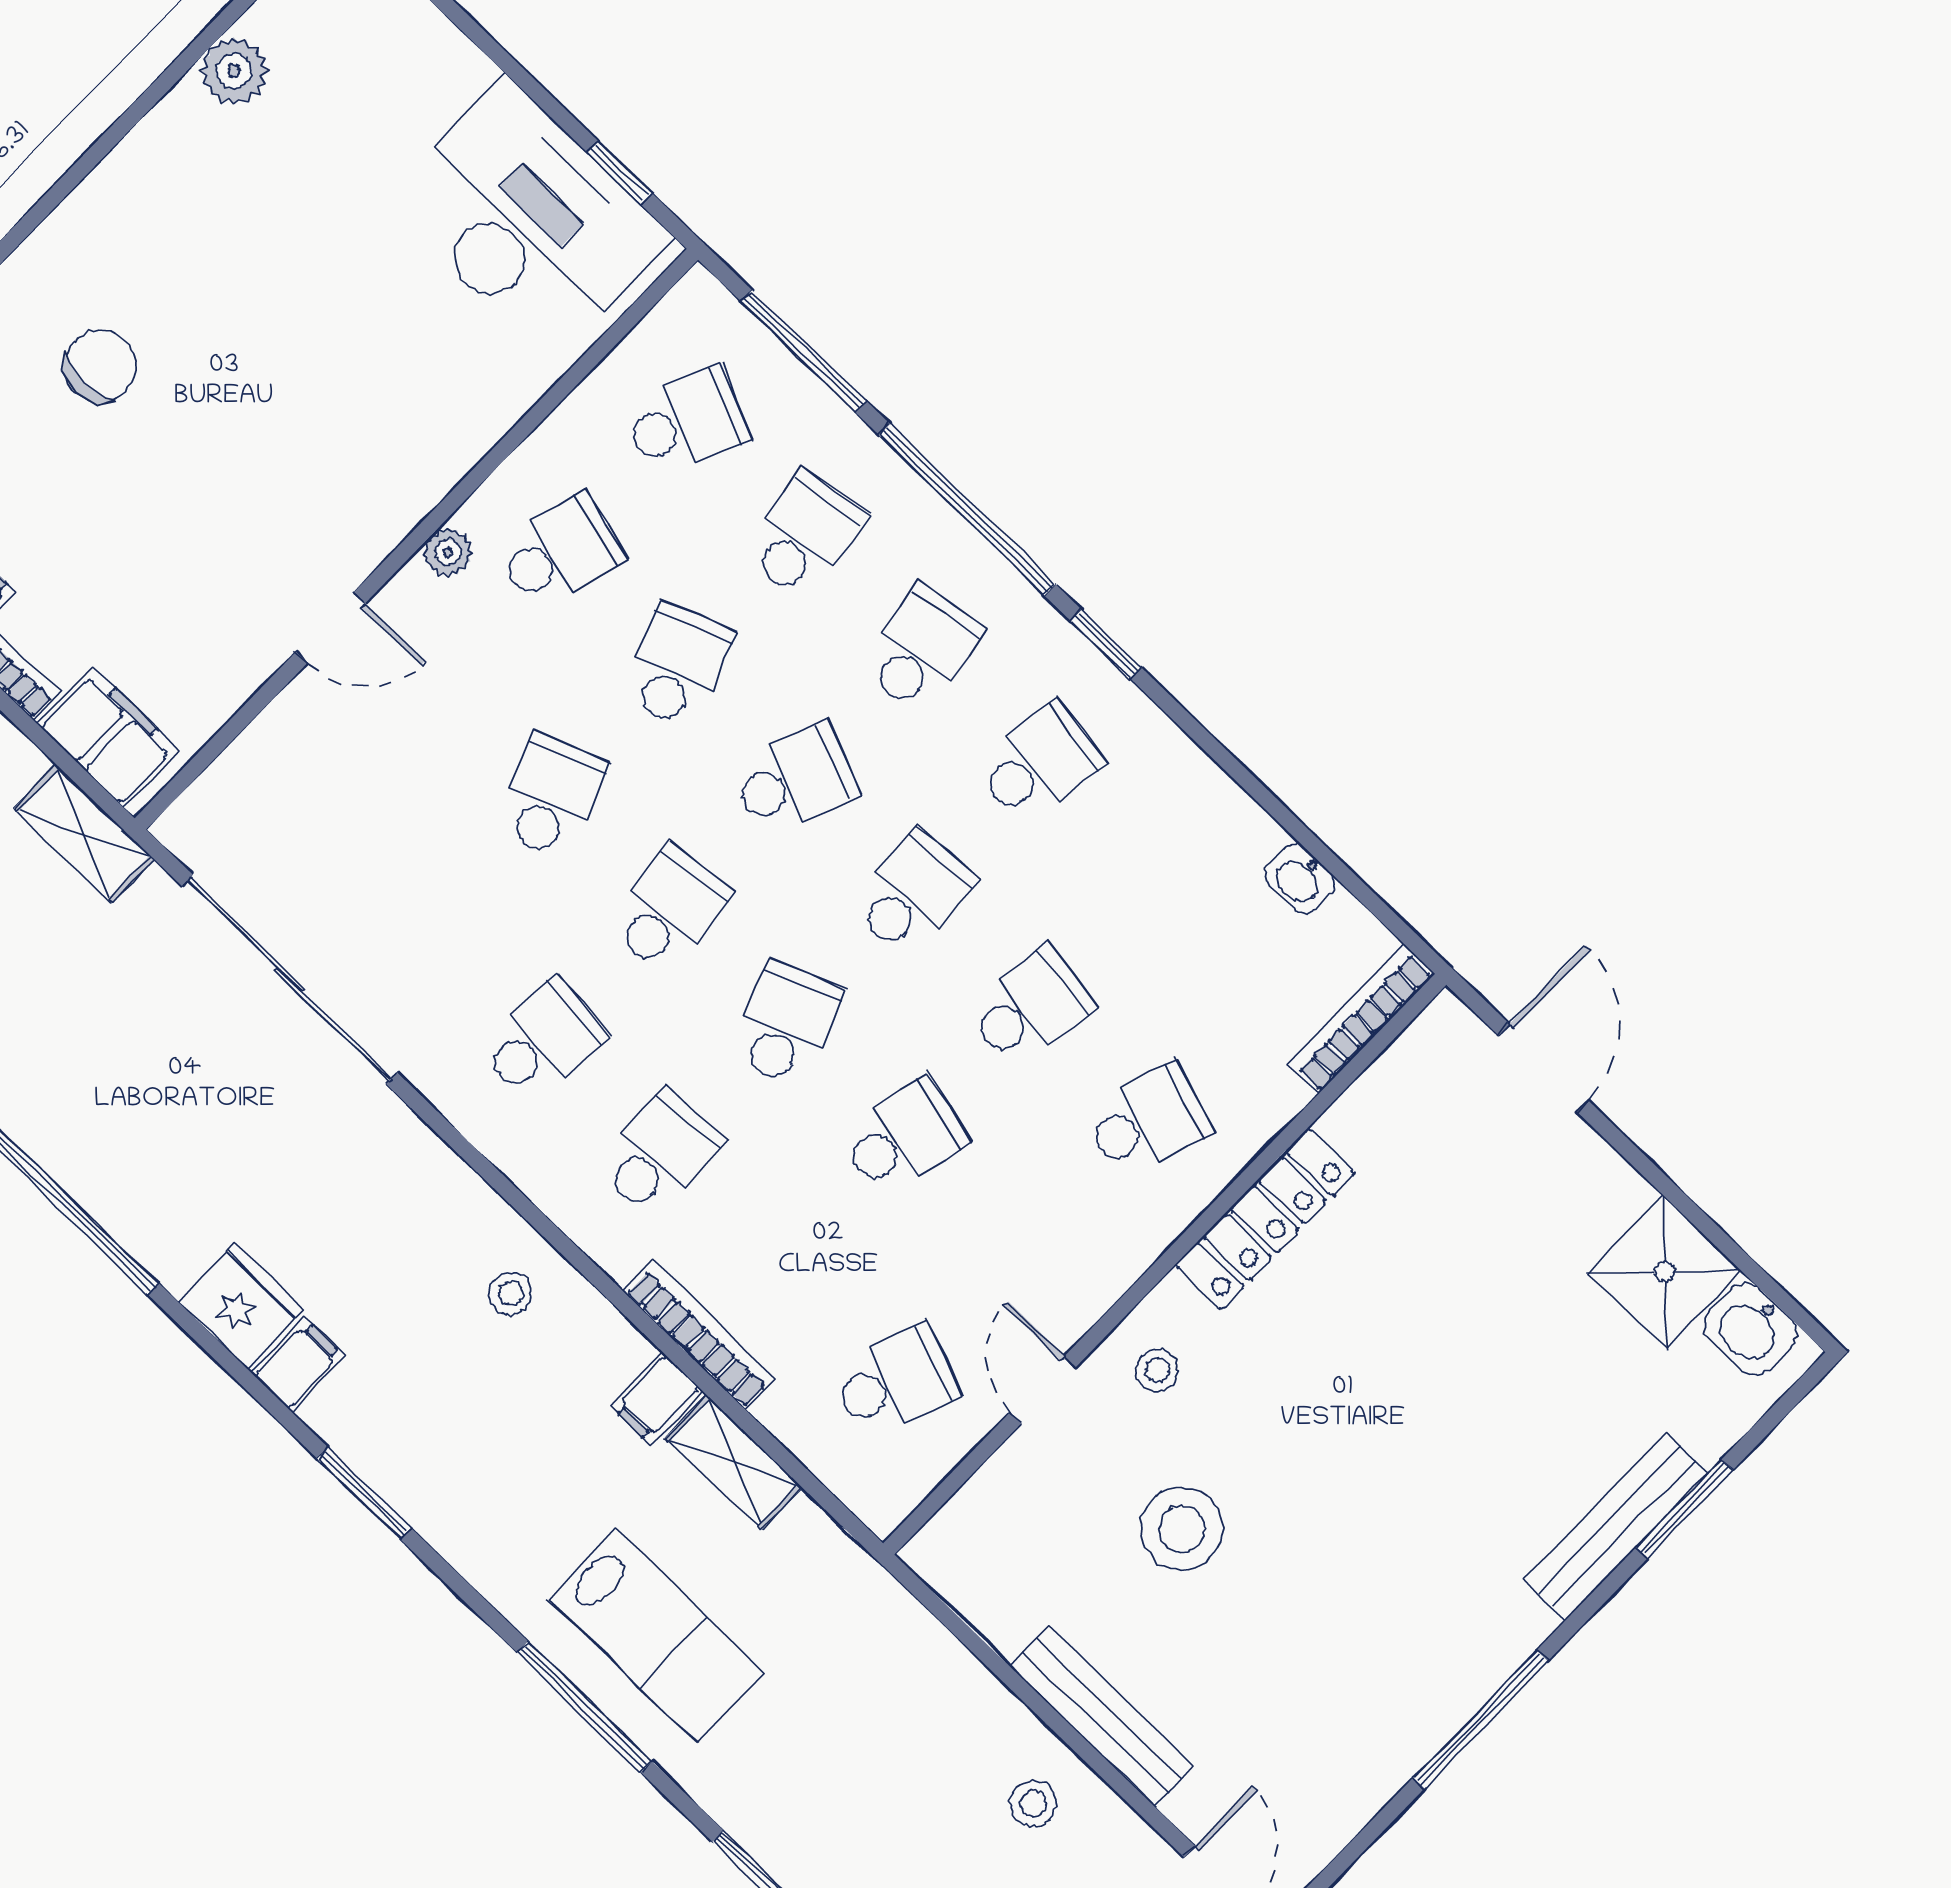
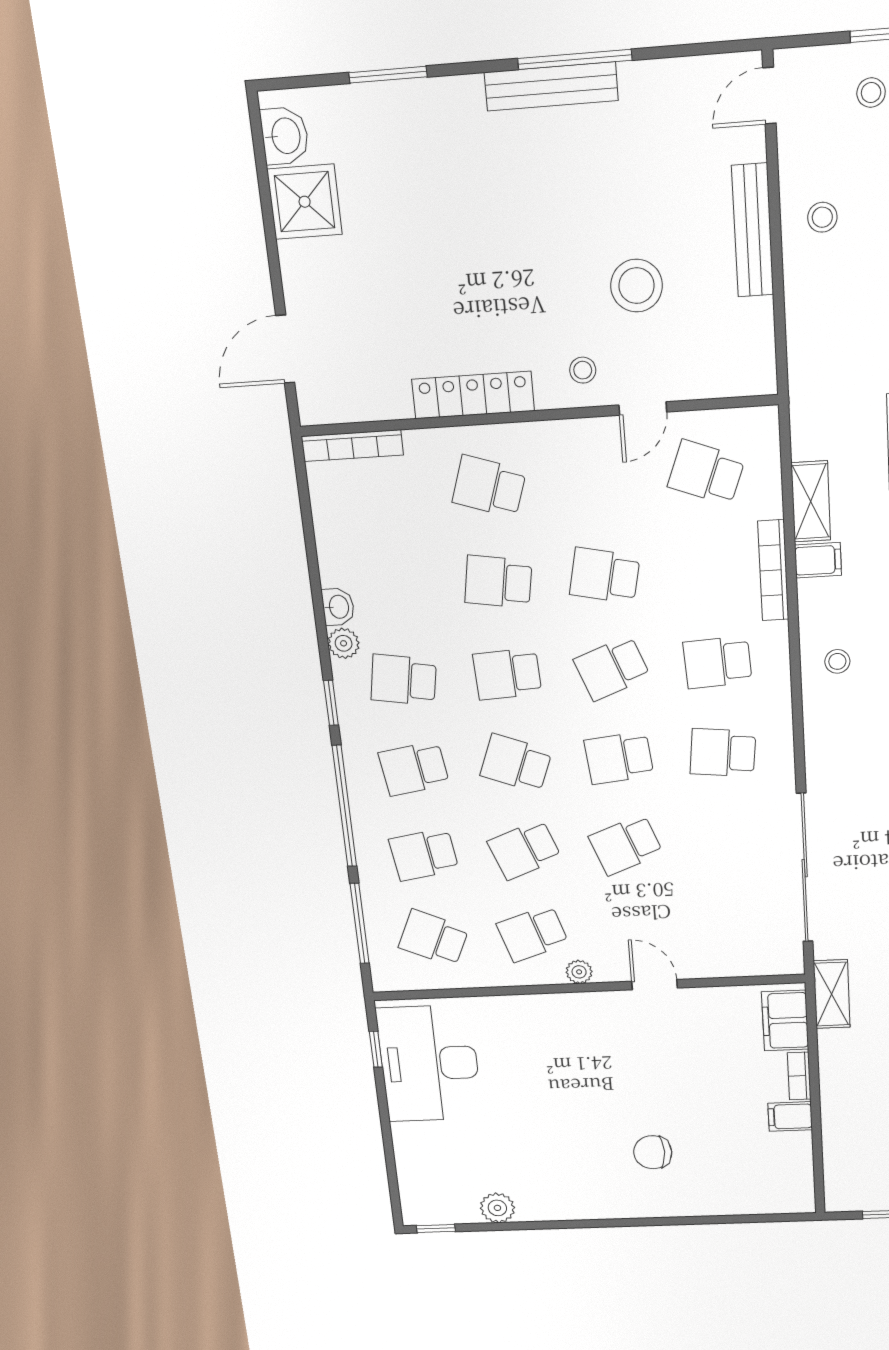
school desk: (560, 552) -> (532, 934), turned -33
plant: (1157, 743) -> (344, 643), added
washbasin: (1299, 879) -> (338, 607), moved
bench: (1616, 1527) -> (551, 86), moved

